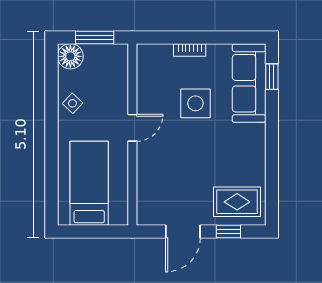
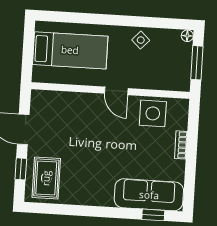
floor lamp: (70, 56) -> (187, 36), width x0.53, depth x0.53
side table: (195, 103) -> (153, 113), moved

